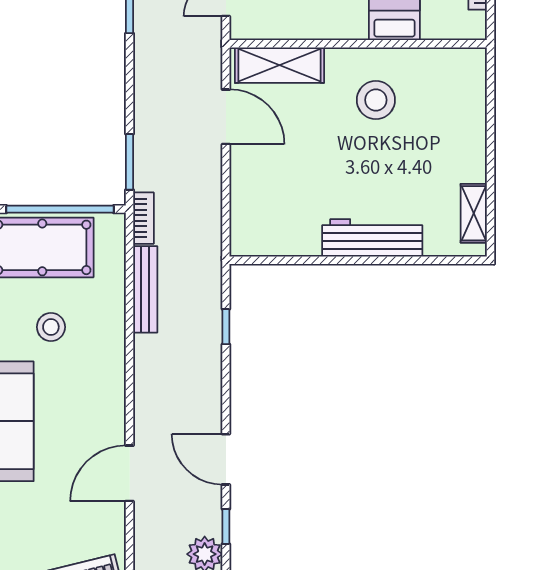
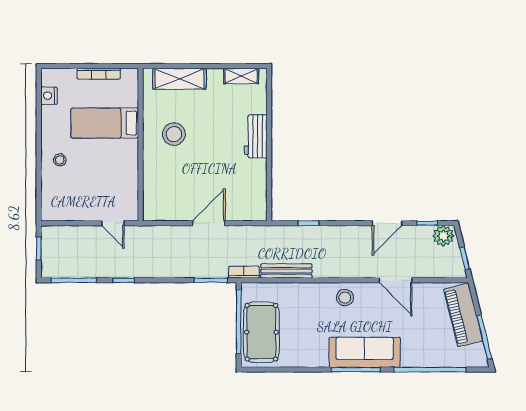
shelving: (279, 65) -> (179, 79), moved, turned 90
door: (226, 117) -> (209, 223), moved
workbench: (372, 238) -> (256, 136), width x0.73
stool: (51, 327) -> (345, 298), moved

